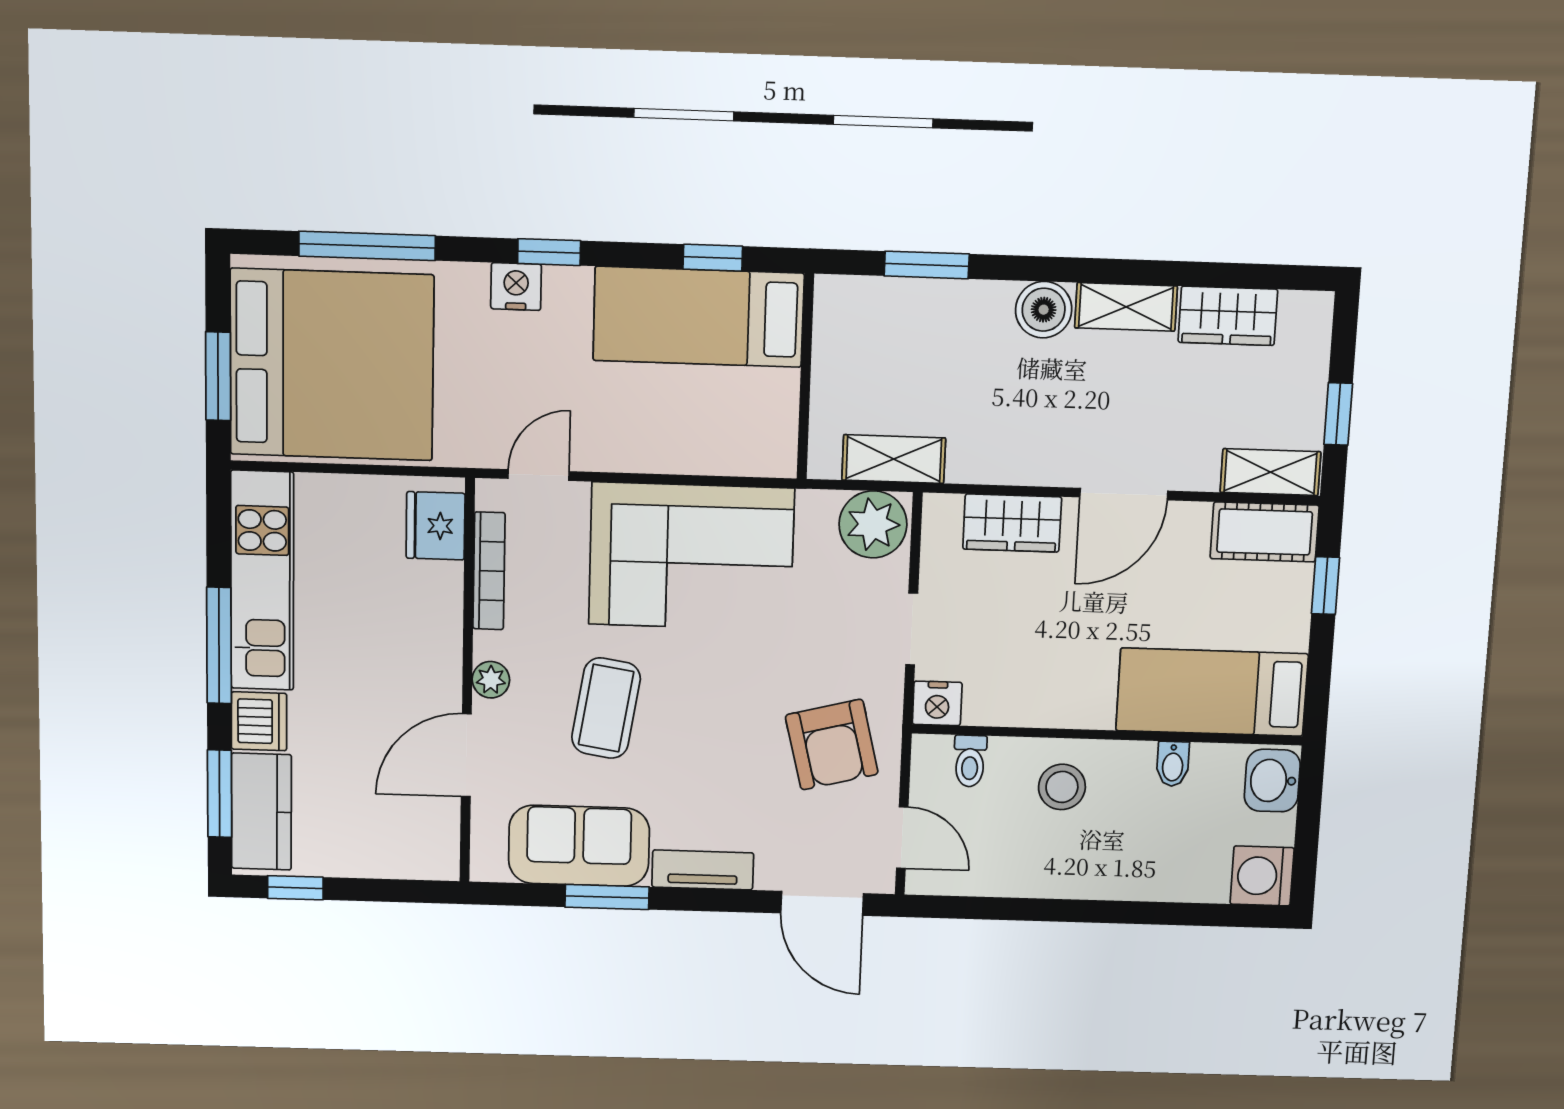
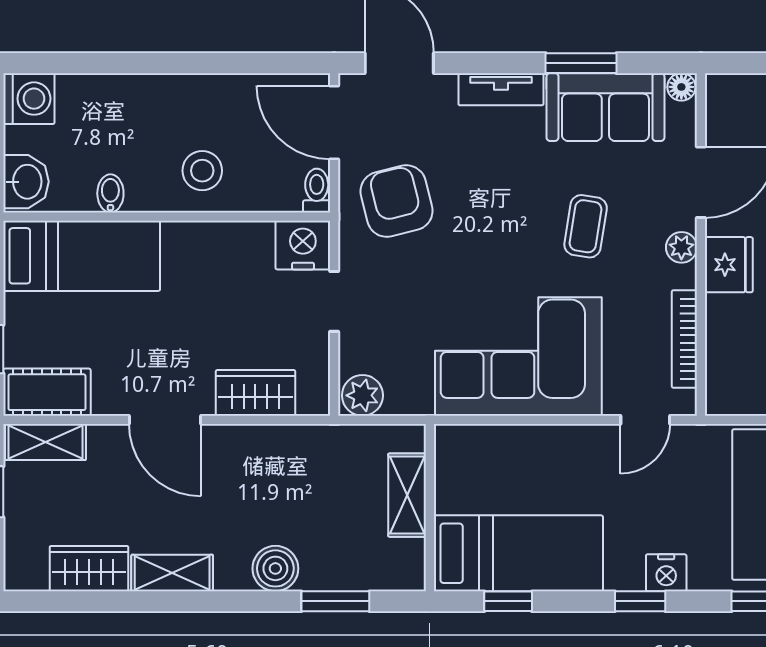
boiler: (1044, 310) -> (275, 568), moved
shelving: (894, 459) -> (407, 495), moved, turned 90
door: (1124, 494) -> (165, 420), swing flipped
plant: (873, 524) -> (362, 395), width x0.73, depth x0.73
fridge: (436, 526) -> (729, 265), moved
nightstand: (937, 703) -> (303, 245), width x1.36, depth x1.33
coffee table: (606, 708) -> (586, 226), width x0.73, depth x0.77
toilet: (970, 761) -> (317, 191), moved
door: (902, 838) -> (334, 122), width x1.38
floor lamp: (488, 866) -> (681, 87), added

